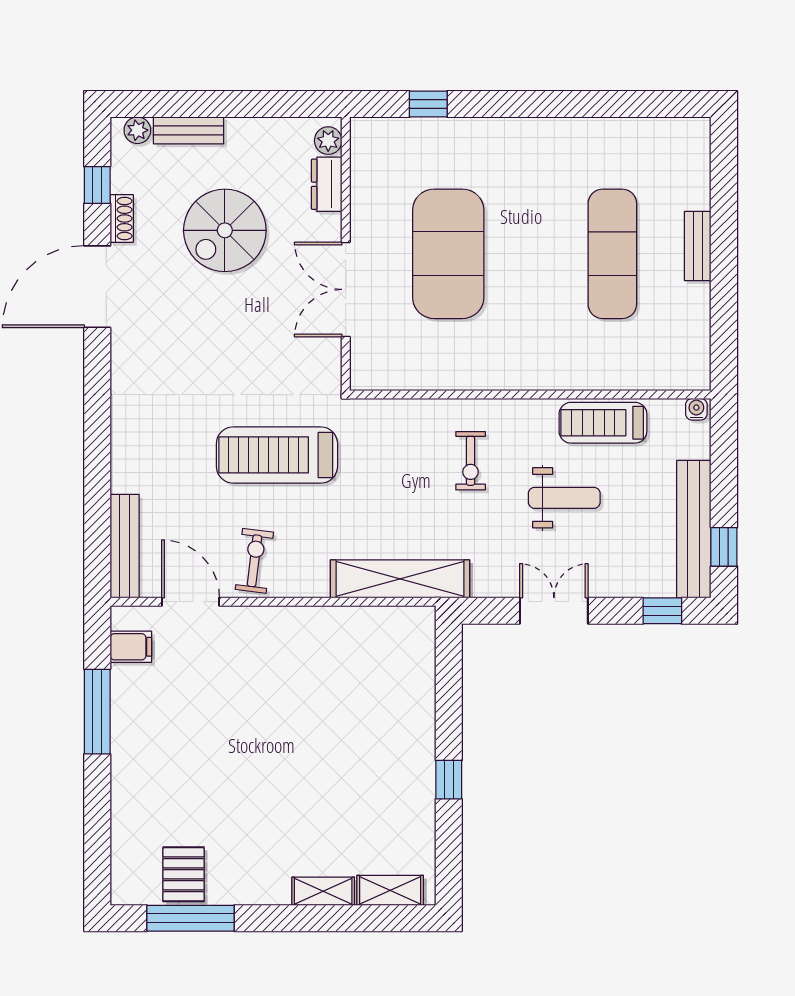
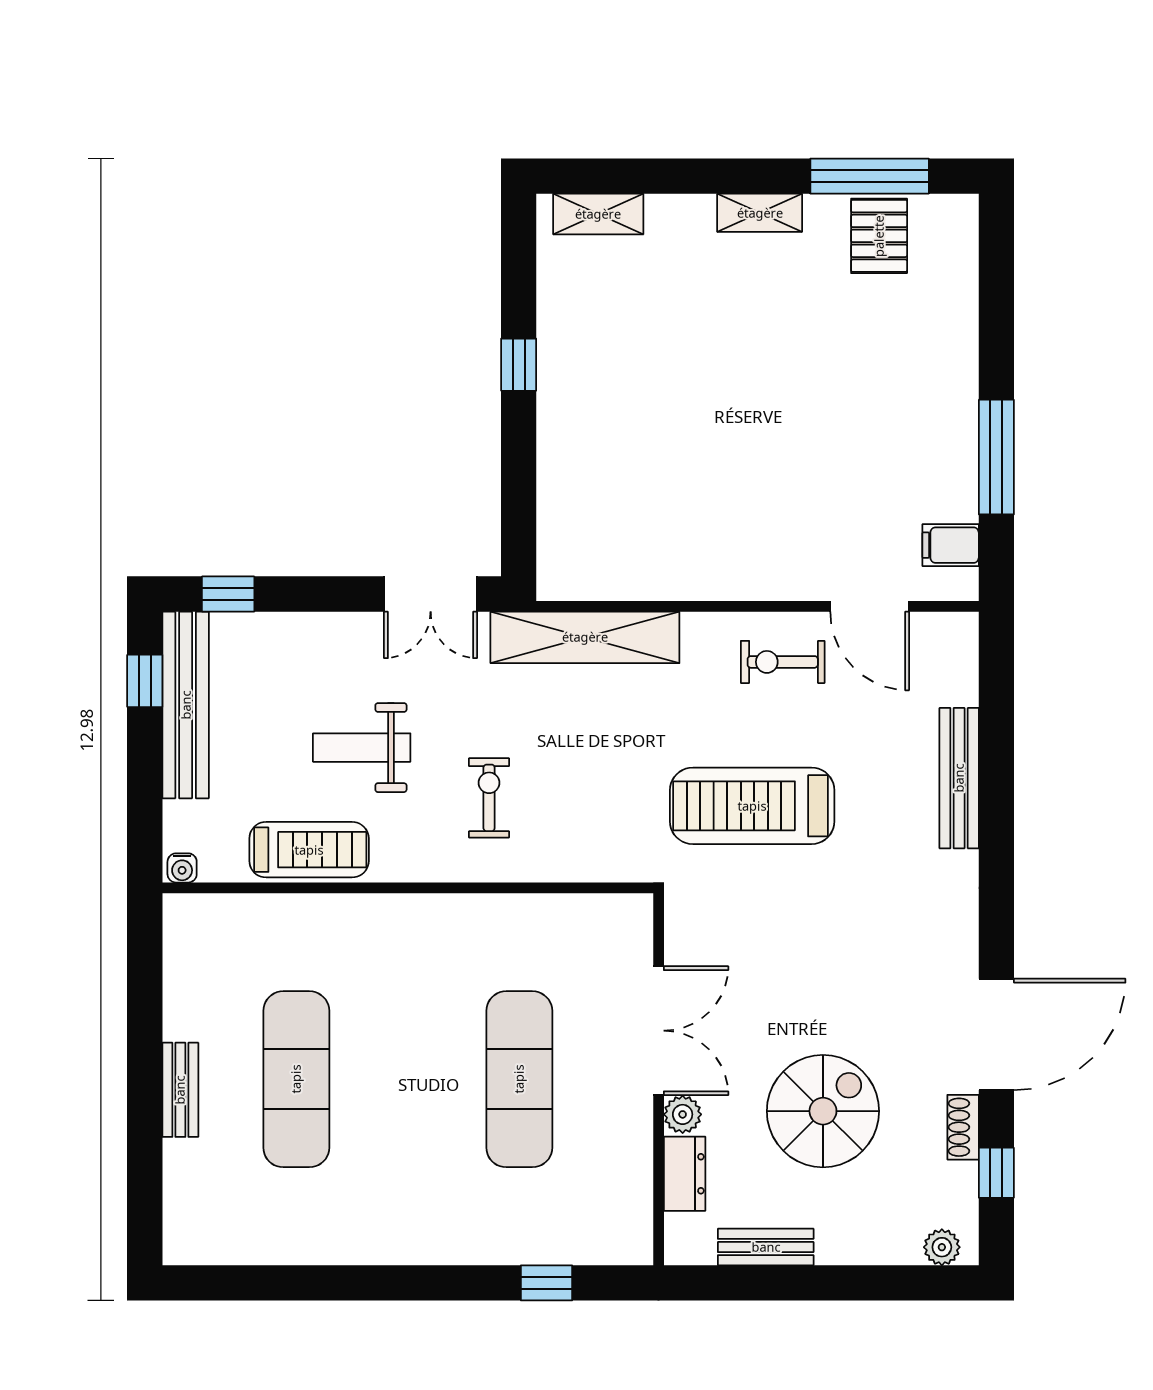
bench: (188, 130) -> (766, 1247), moved
plant: (328, 141) -> (683, 1114), moved
exercise mat: (448, 254) -> (519, 1079), width x0.68
treadmill: (277, 455) -> (752, 806), turned 180
bench: (125, 546) -> (959, 778), moved
exercise bike: (254, 561) -> (783, 662), turned 83
double door: (554, 611) -> (431, 594), moved
shelving: (323, 891) -> (760, 213), moved

